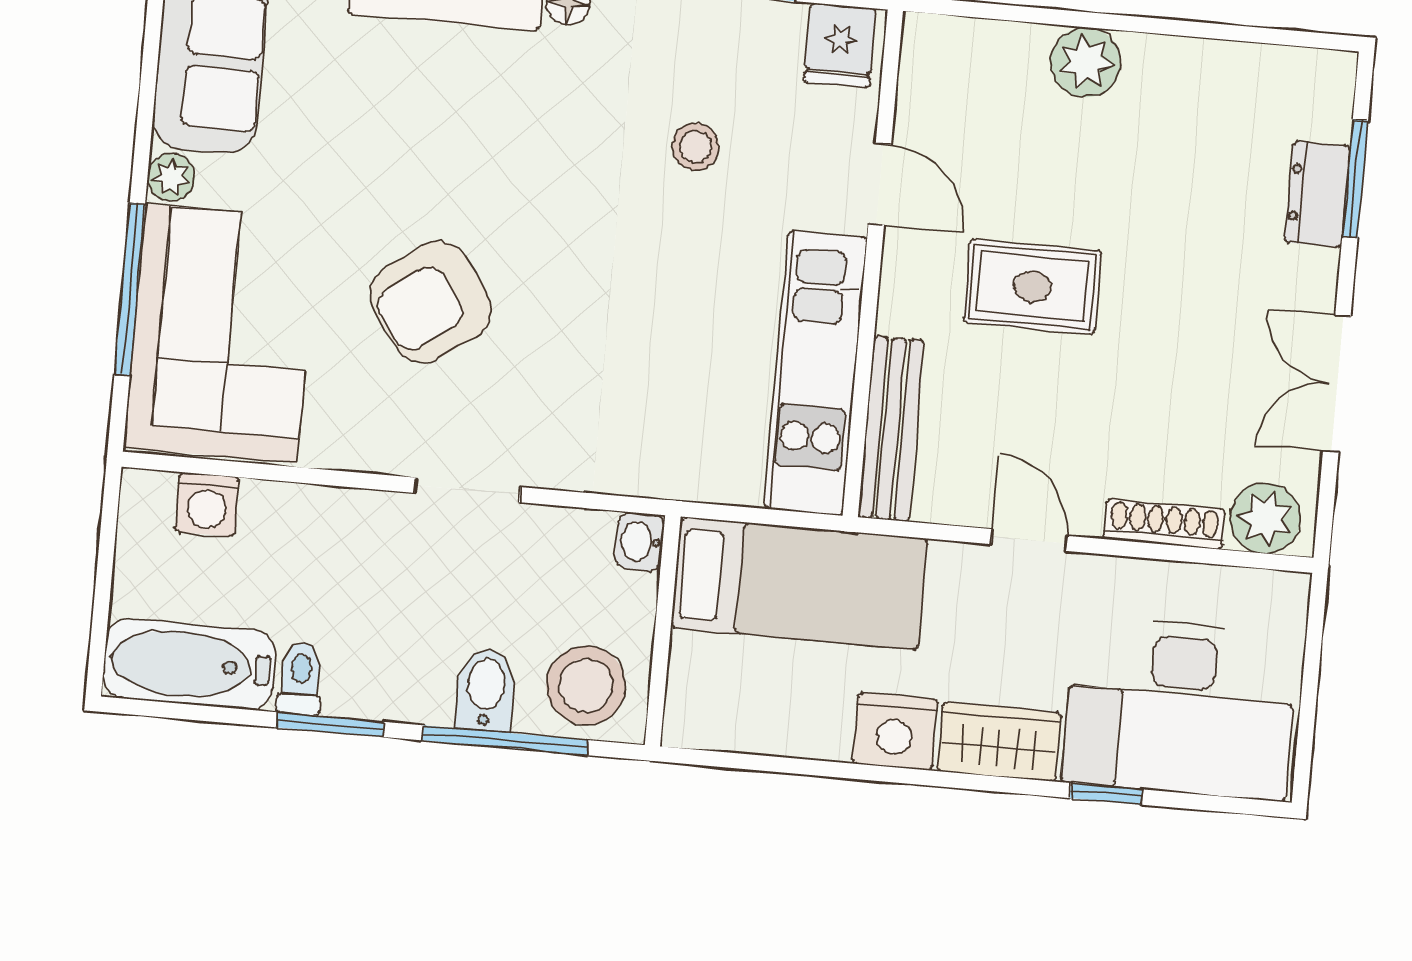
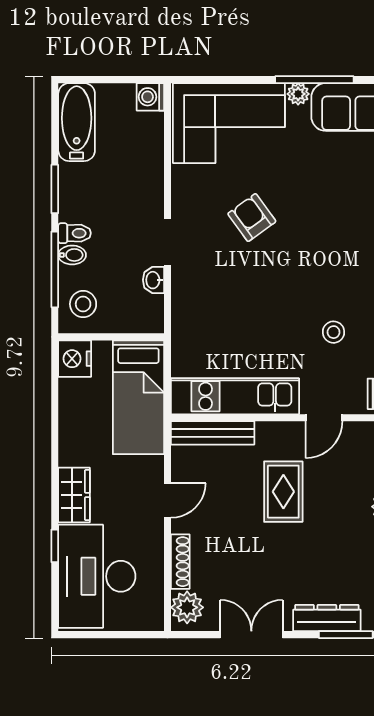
dresser: (1317, 194) -> (327, 618), width x1.44
window: (130, 289) -> (314, 80), moved
armchair: (431, 302) -> (252, 218), width x0.72, depth x0.72
washing machine: (207, 504) -> (150, 97), moved
washbasin: (640, 542) -> (153, 280), moved, turned -90
toilet: (300, 679) -> (75, 233), moved
stool: (586, 685) -> (83, 304), width x0.73, depth x0.73
bidet: (486, 690) -> (72, 255), width x0.72, depth x0.74
nightstand: (895, 731) -> (75, 359), moved

